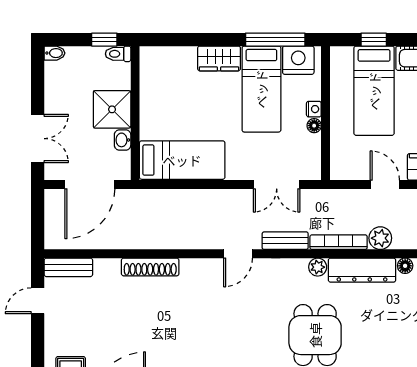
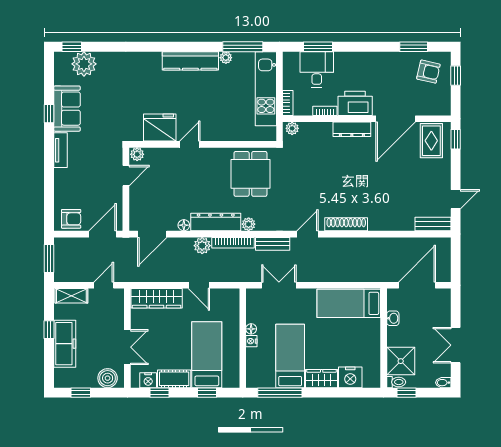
nightstand: (298, 60) -> (350, 377), moved
shower: (112, 109) -> (401, 361), moved
double door: (38, 139) -> (456, 345), moved
shoe rack: (150, 267) -> (346, 224), moved

